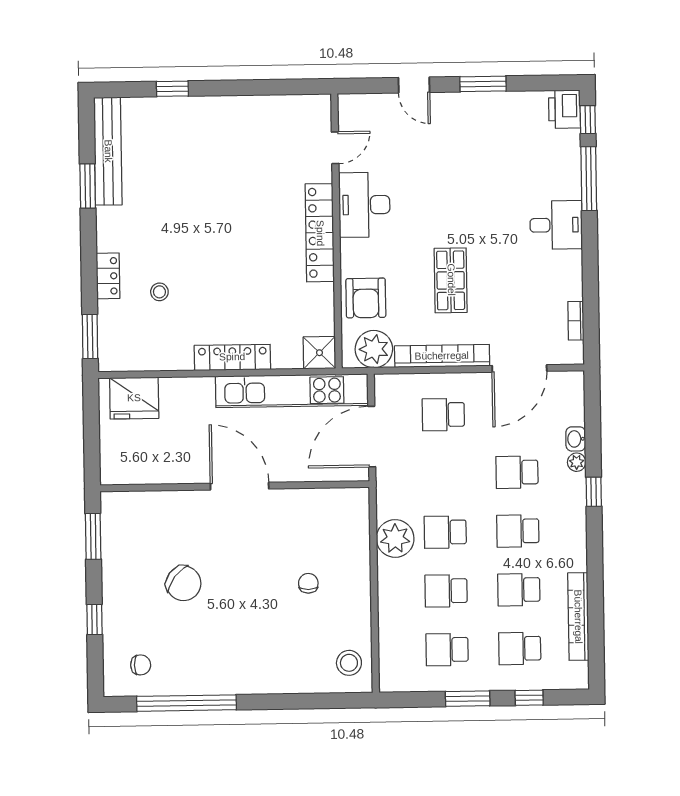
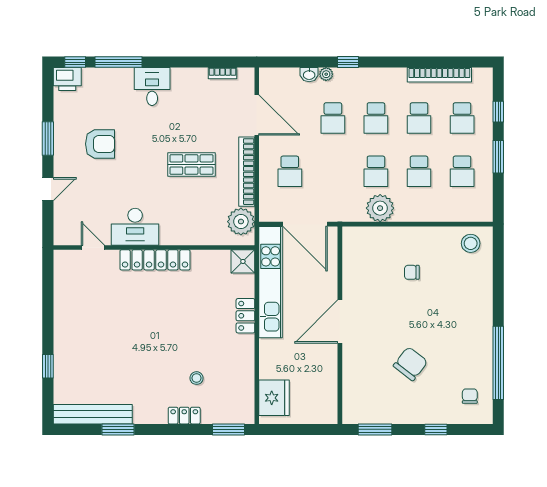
armchair: (366, 298) -> (100, 144), moved
locker: (232, 357) -> (245, 316), width x0.66

